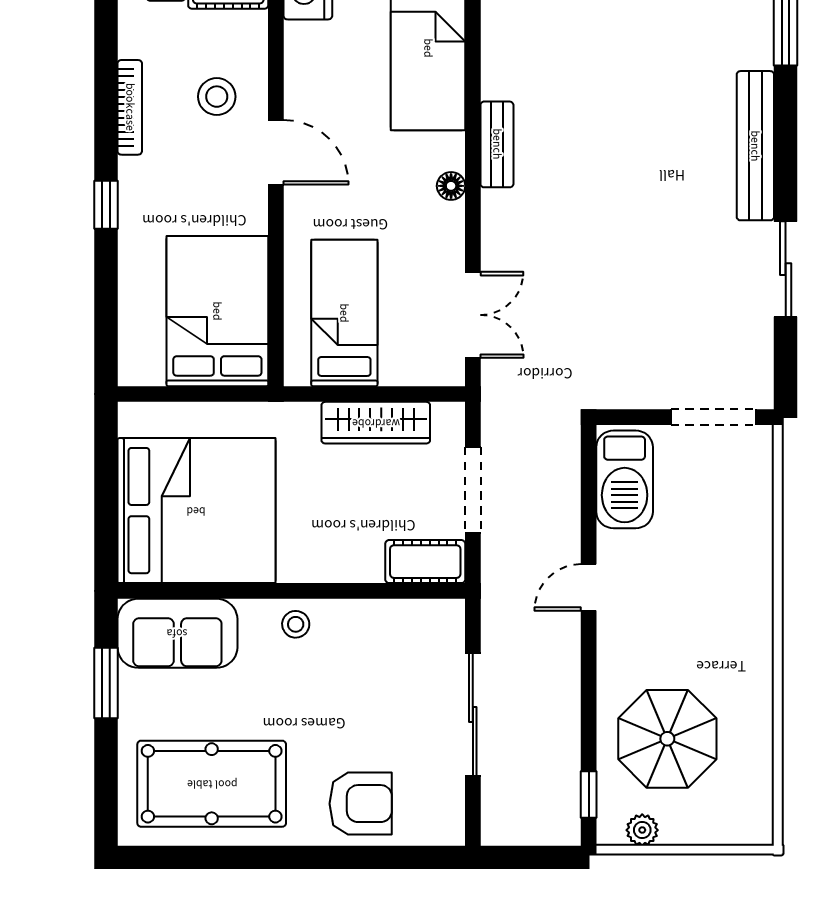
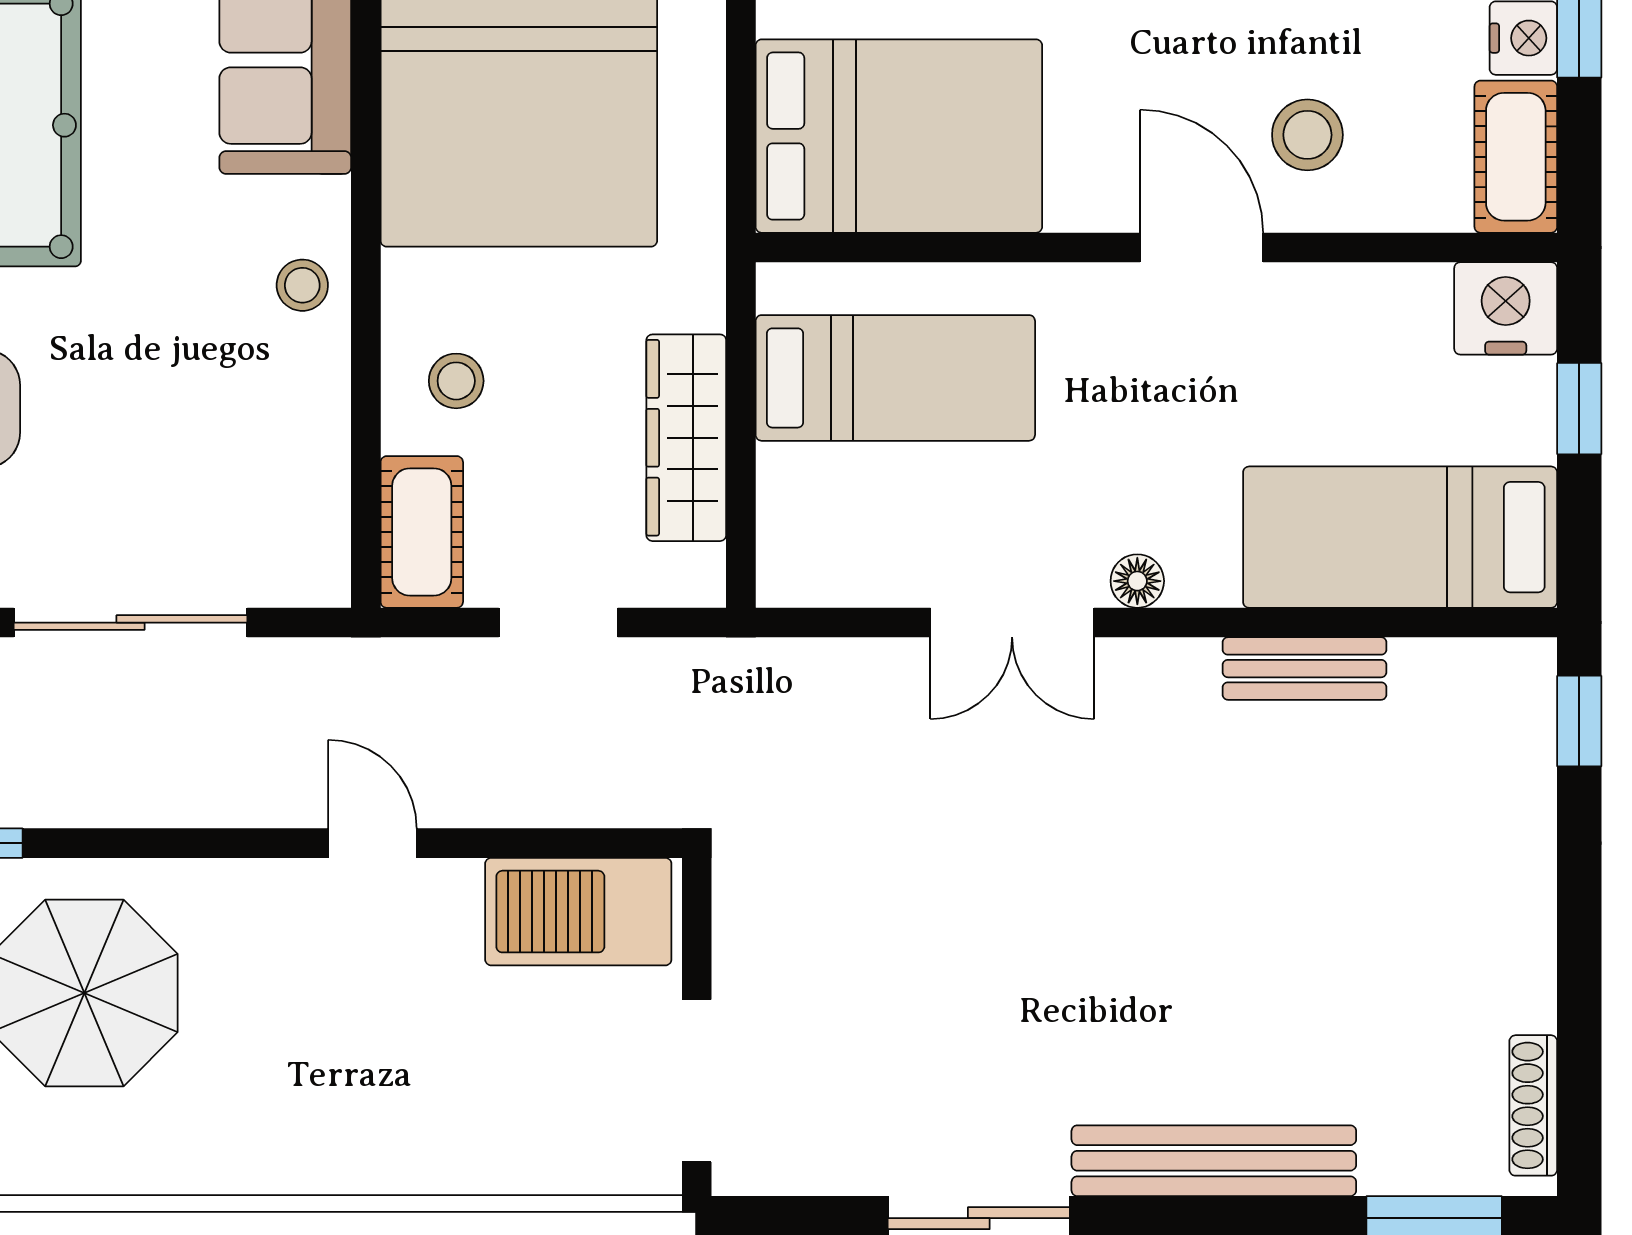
bench: (497, 144) -> (1305, 669), moved
door: (276, 152) -> (1201, 247), swing flipped
double door: (473, 315) -> (1012, 623), moved
doorway: (473, 490) -> (558, 623), width x0.73
stool: (346, 544) -> (456, 381), added

